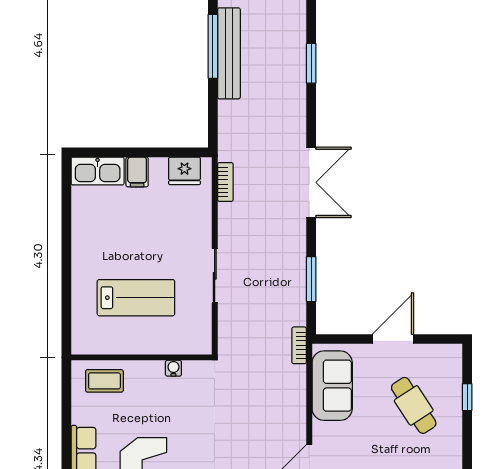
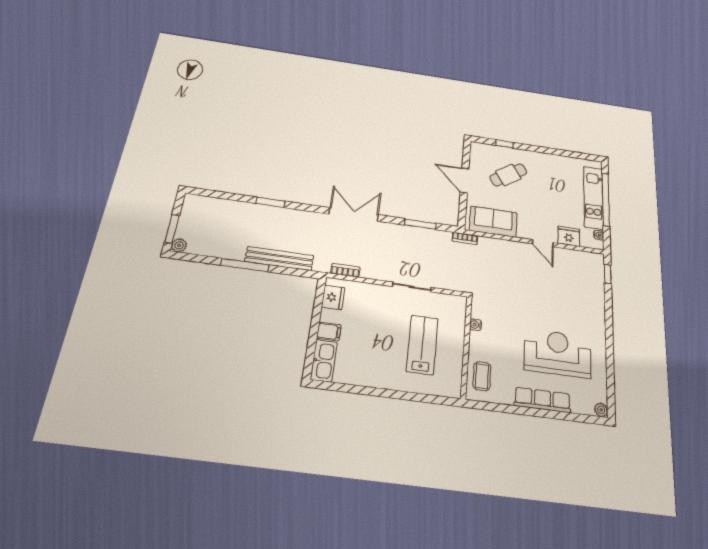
bench: (229, 53) -> (279, 259), moved

